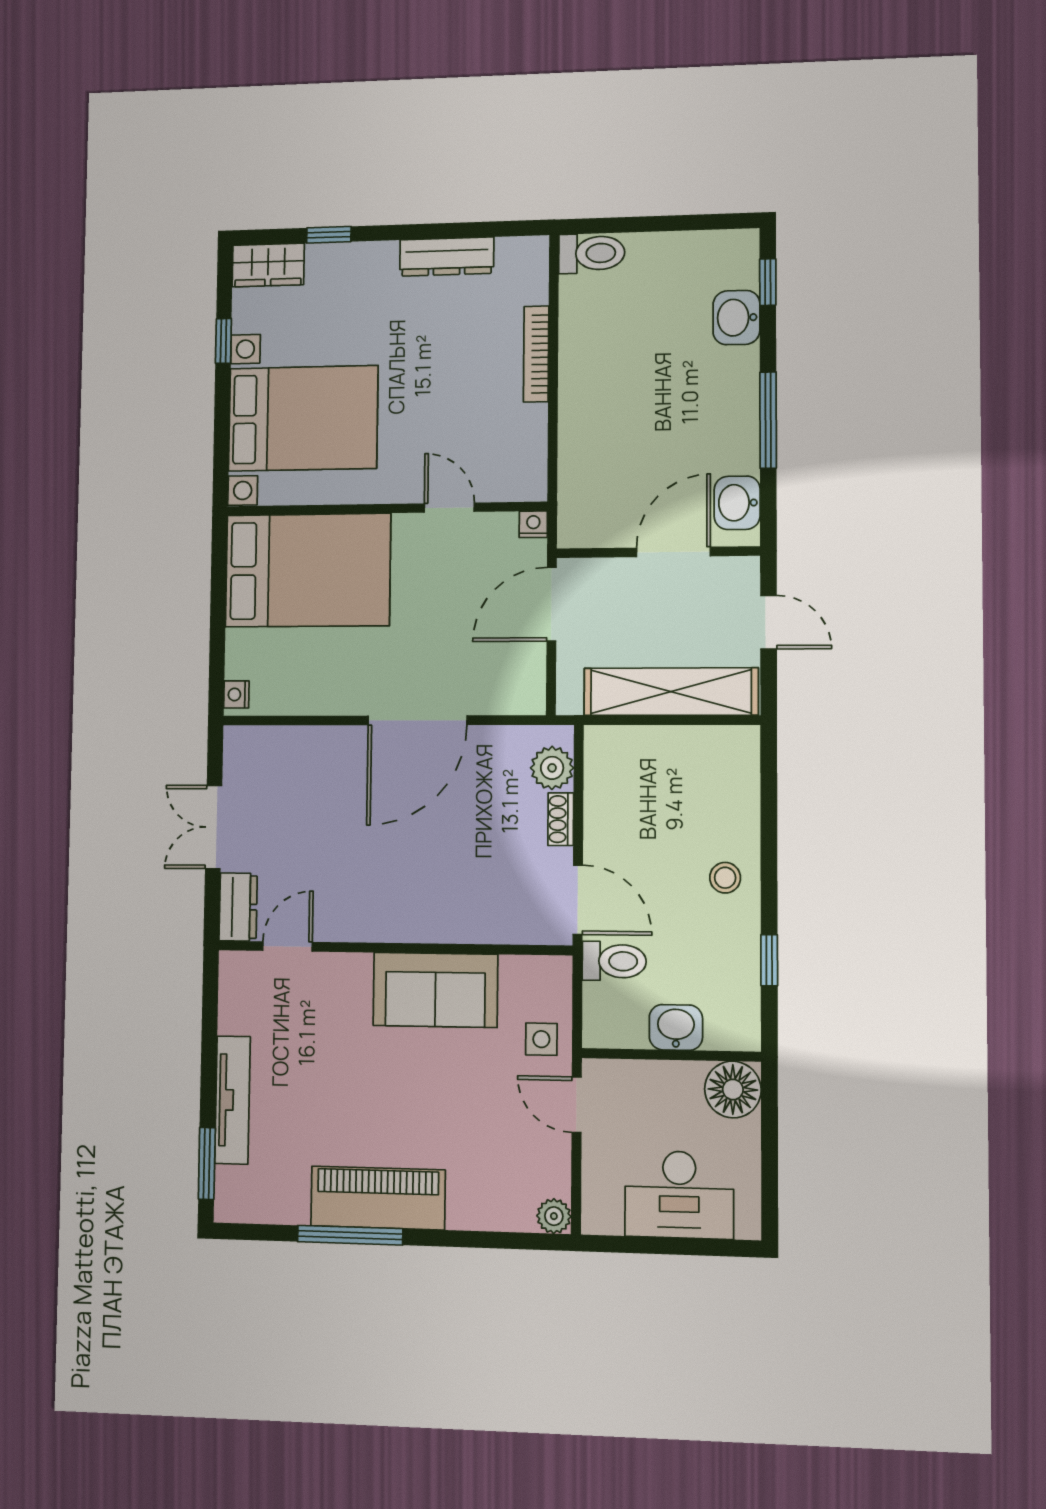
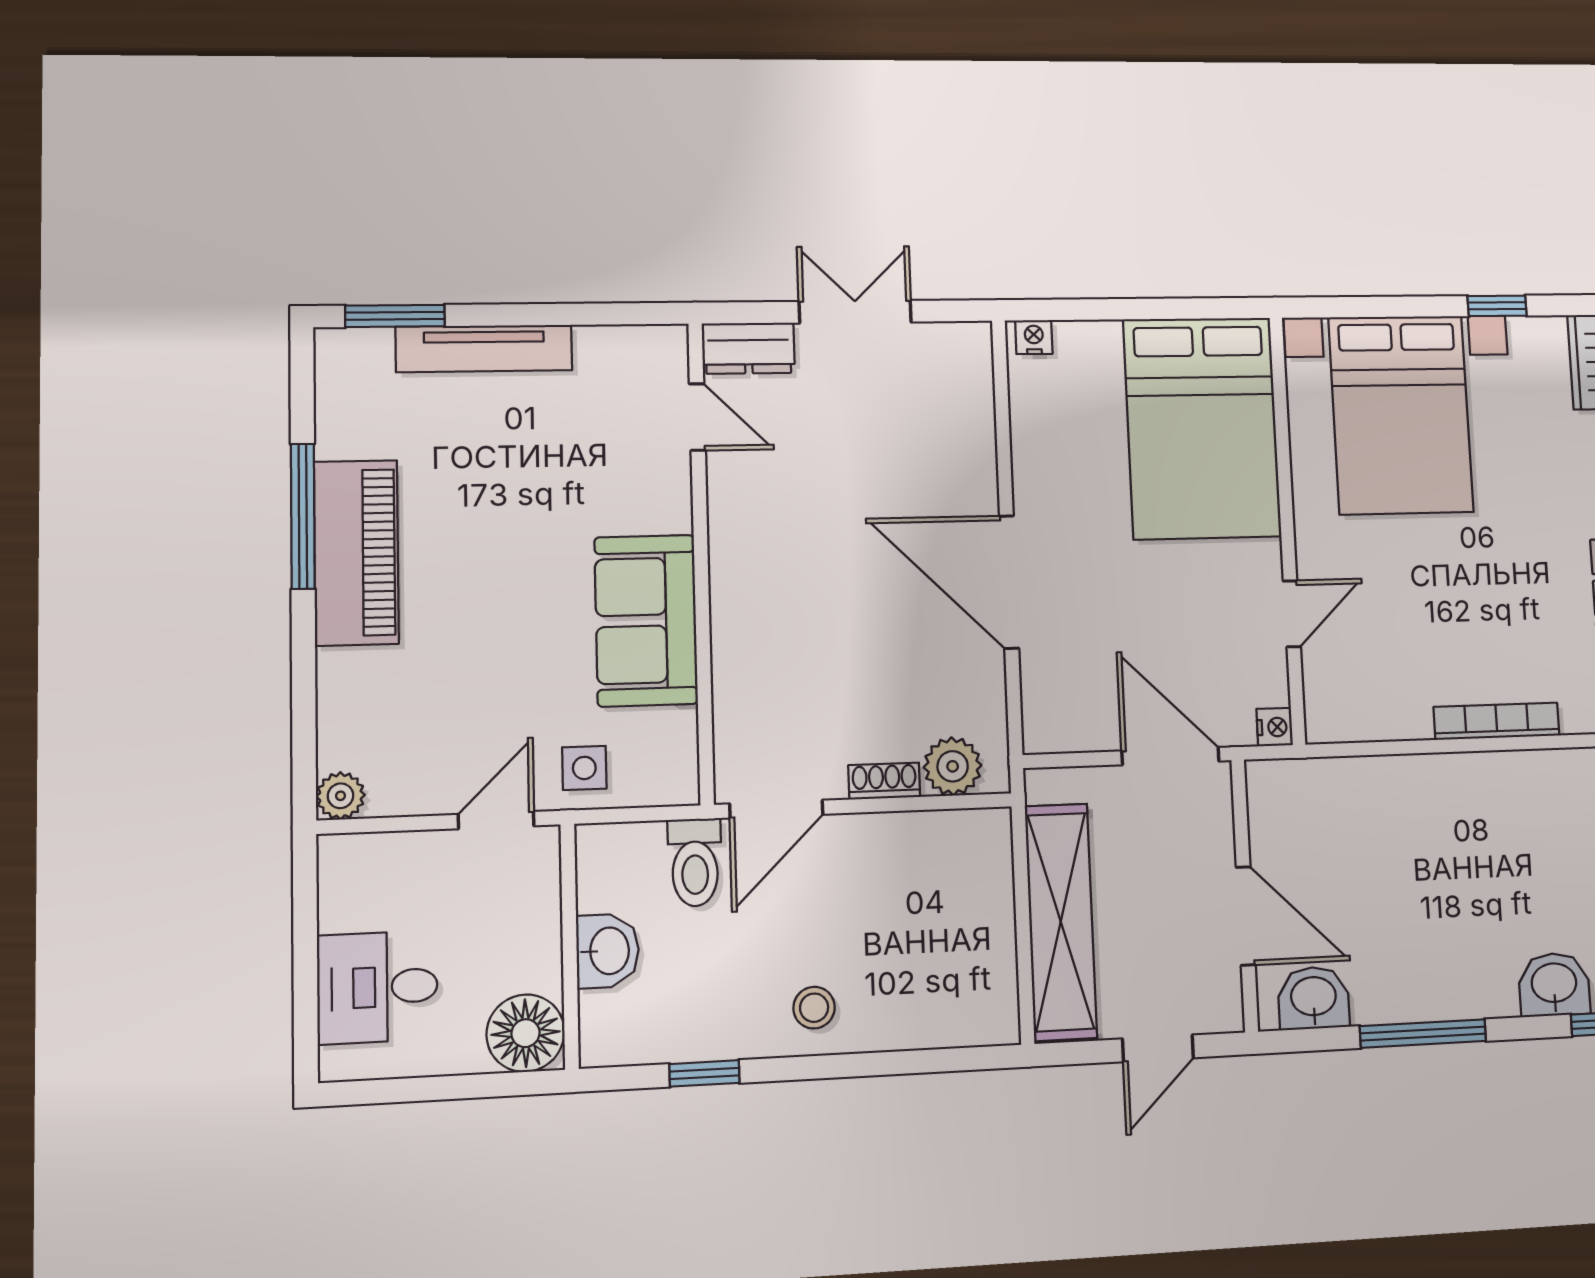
desk: (679, 1195) -> (377, 987), width x0.73

